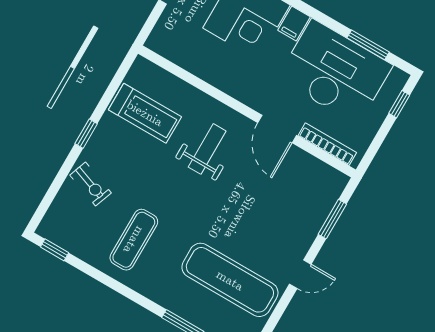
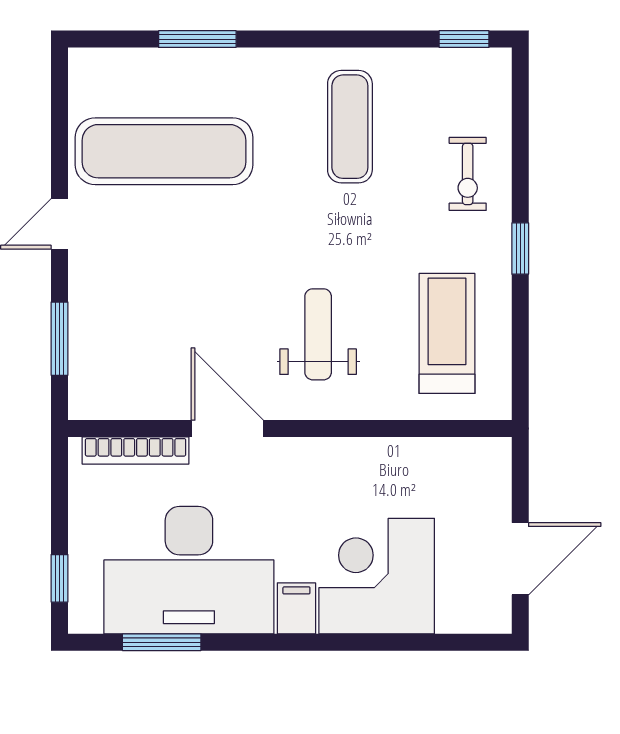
treadmill: (145, 113) -> (447, 333), turned 90
weight bench: (207, 149) -> (318, 334), turned 180
exercise bike: (91, 184) -> (468, 174), turned -110

